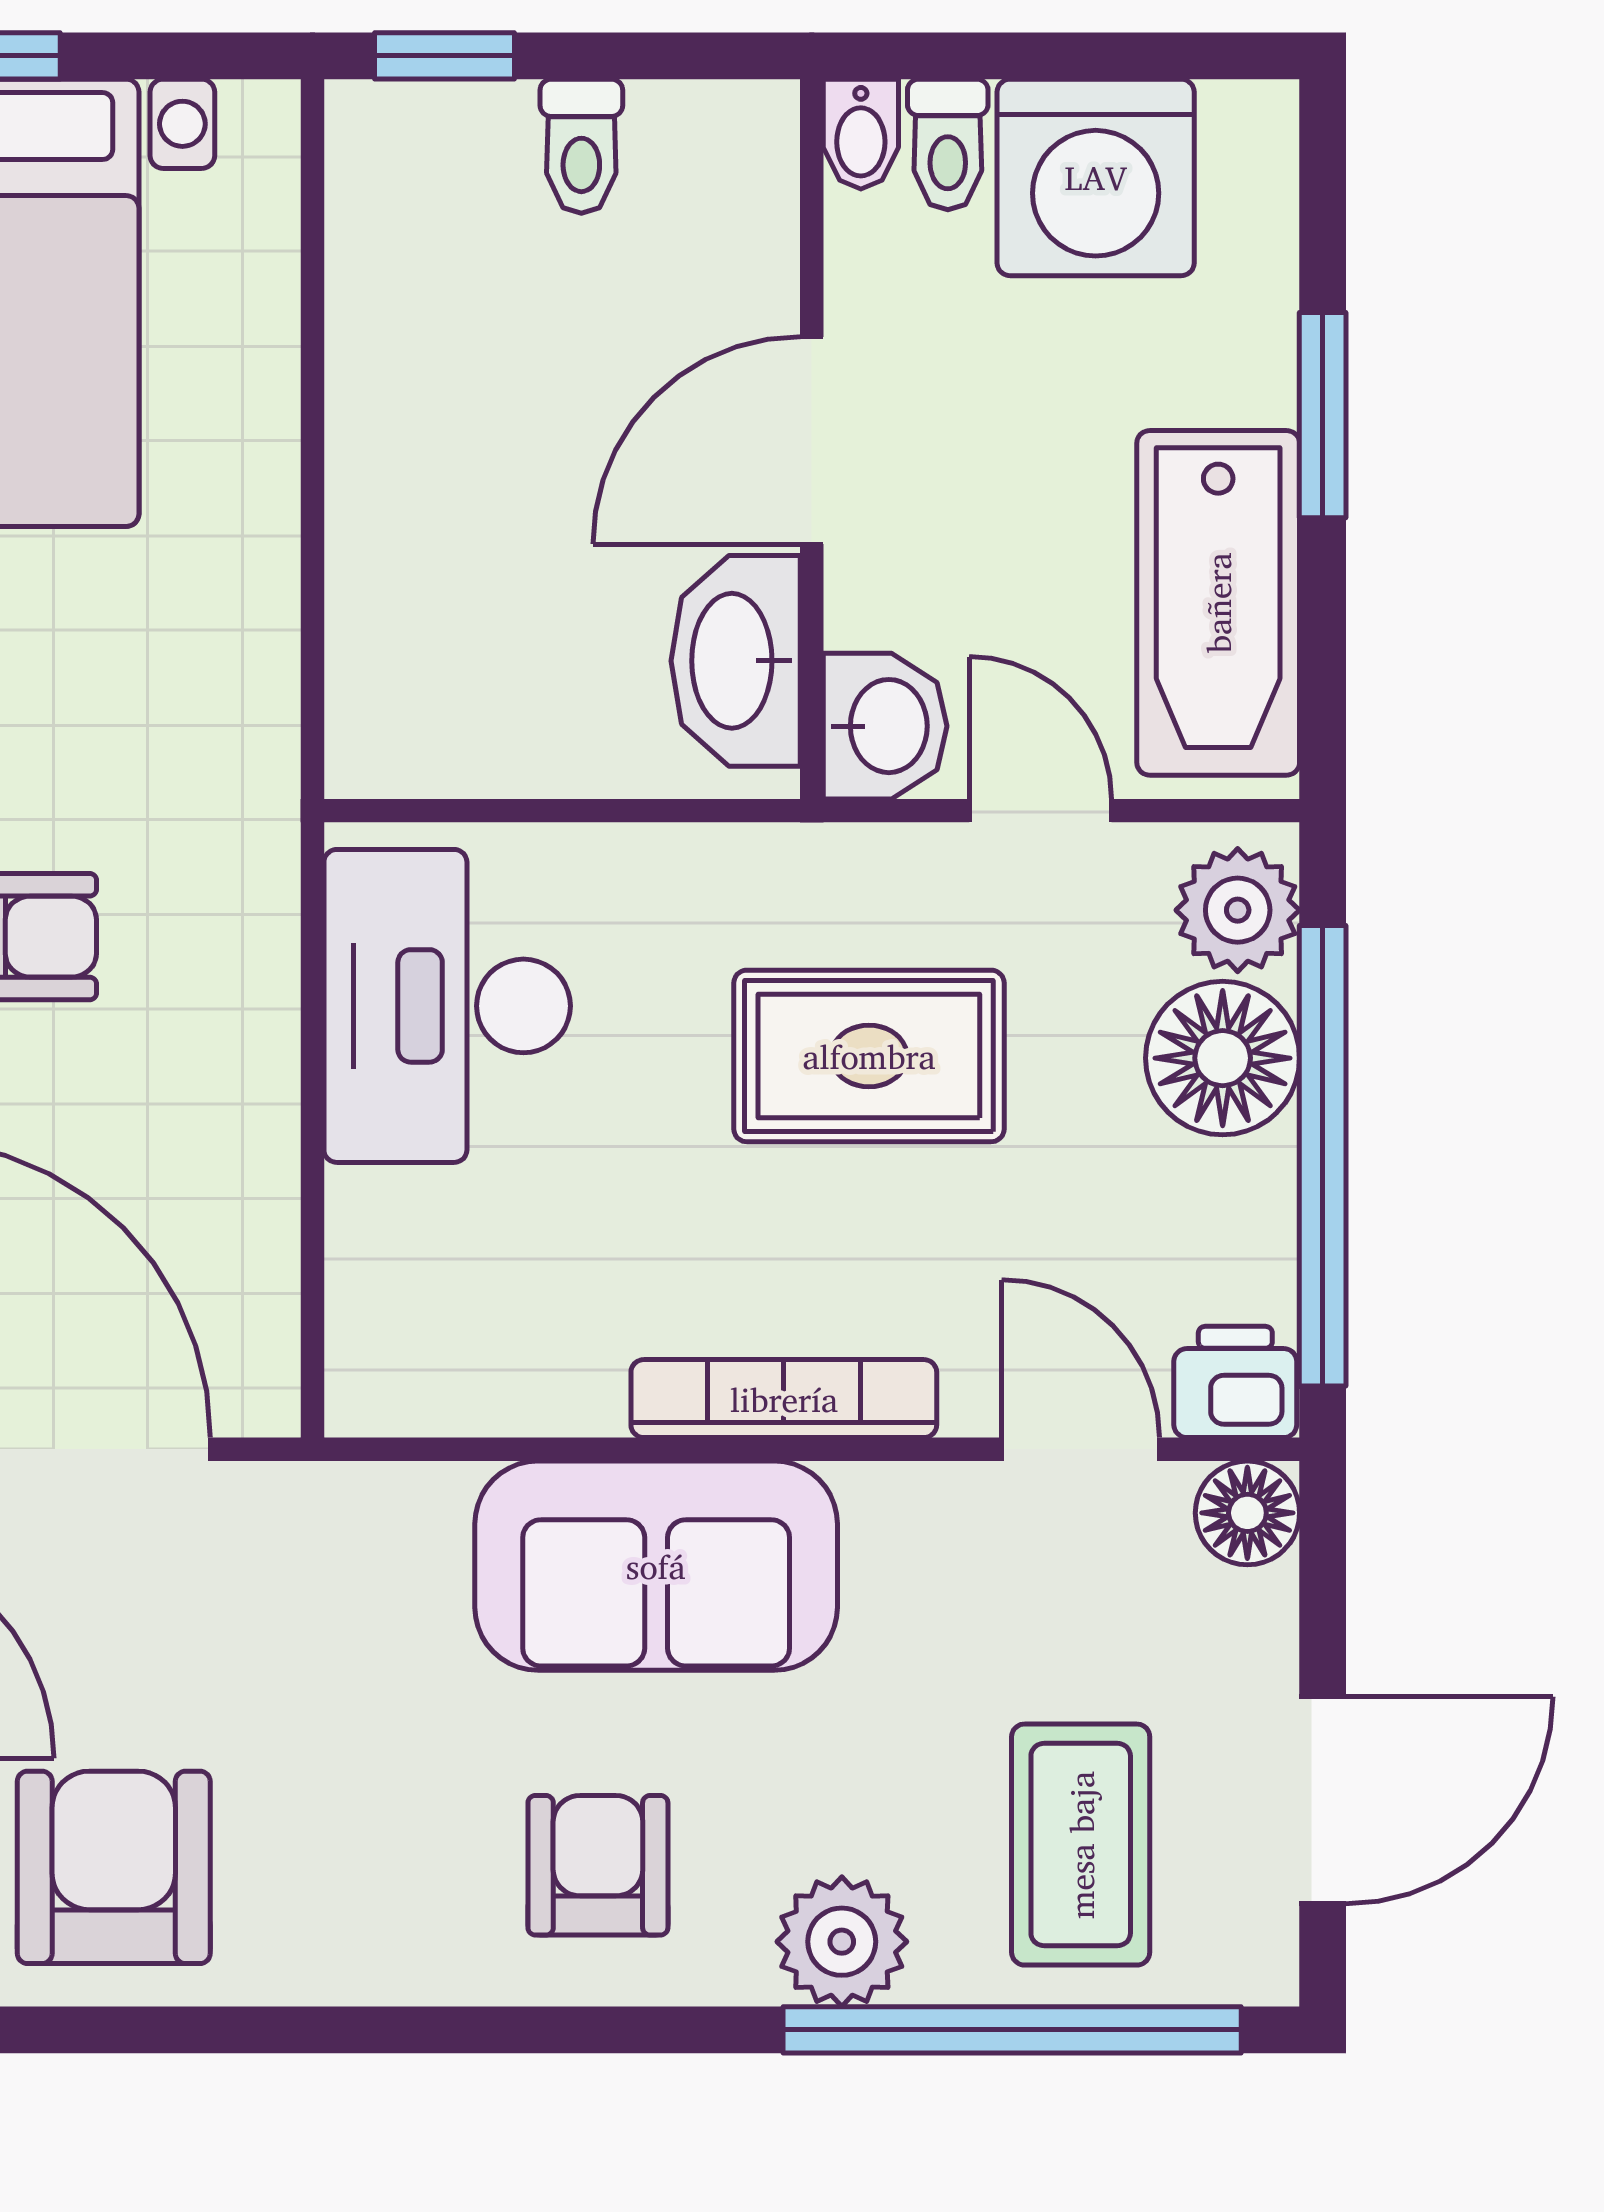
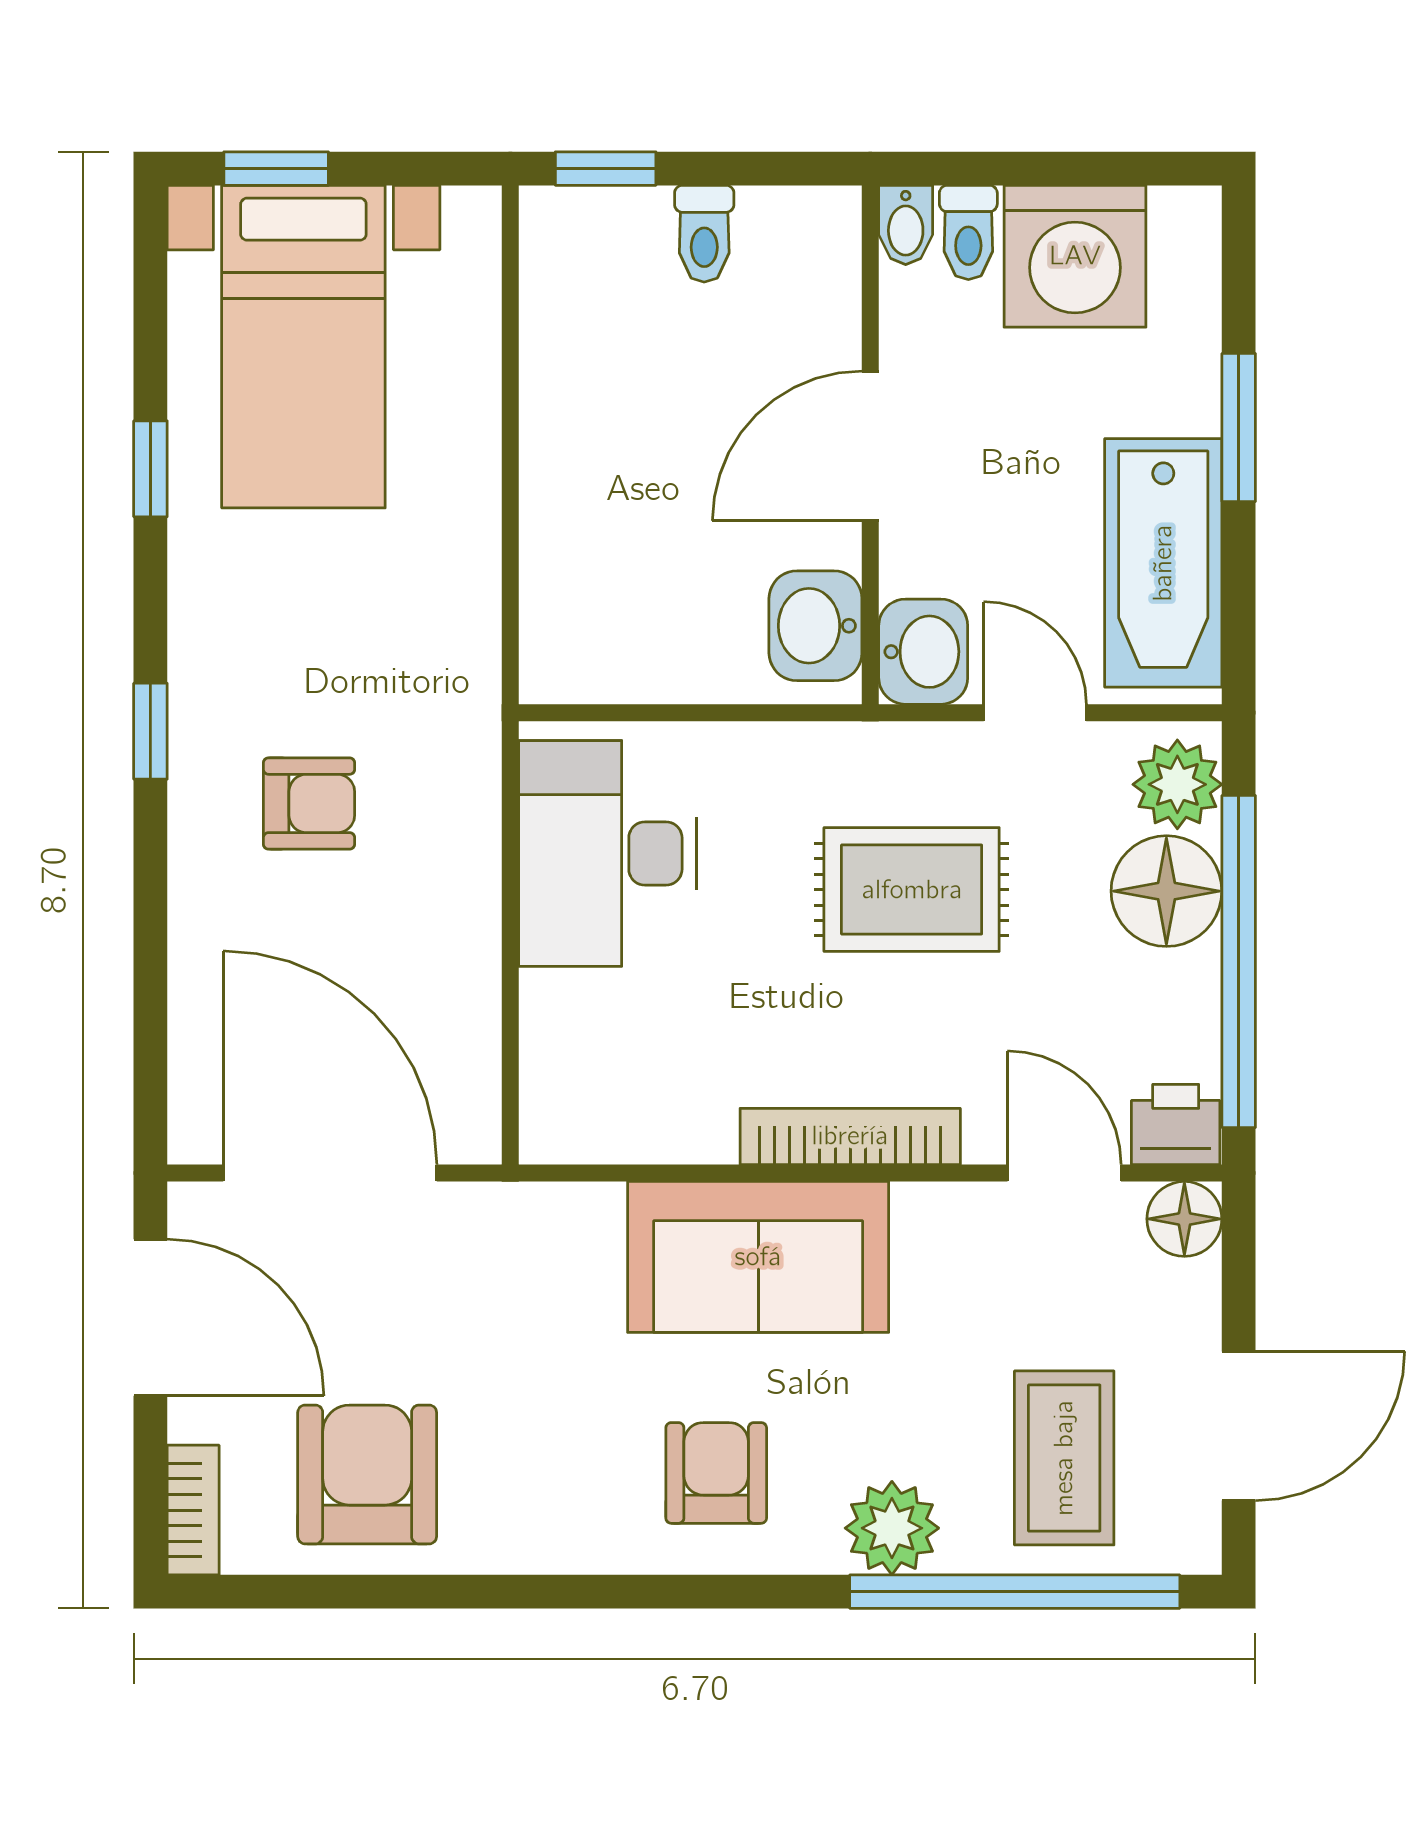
washbasin: (736, 661) -> (815, 626), width x0.72

